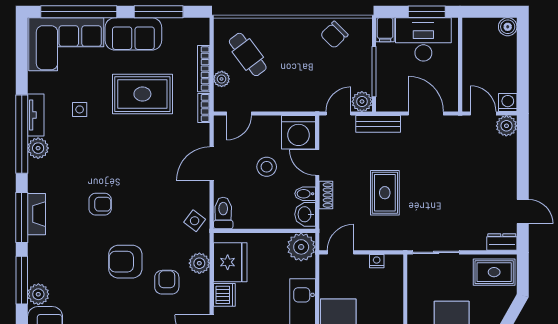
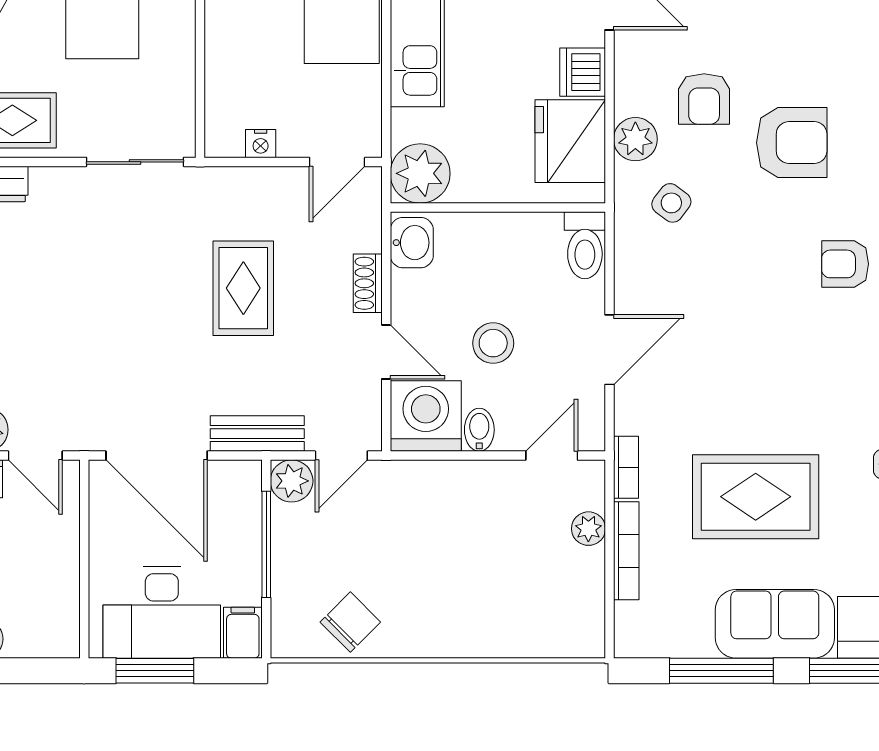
cafe table: (248, 54) -> (533, 580), removed
door: (426, 114) -> (157, 456), width x1.36
bidet: (305, 194) -> (479, 430), moved, turned -90
side table: (195, 221) -> (671, 203), moved

